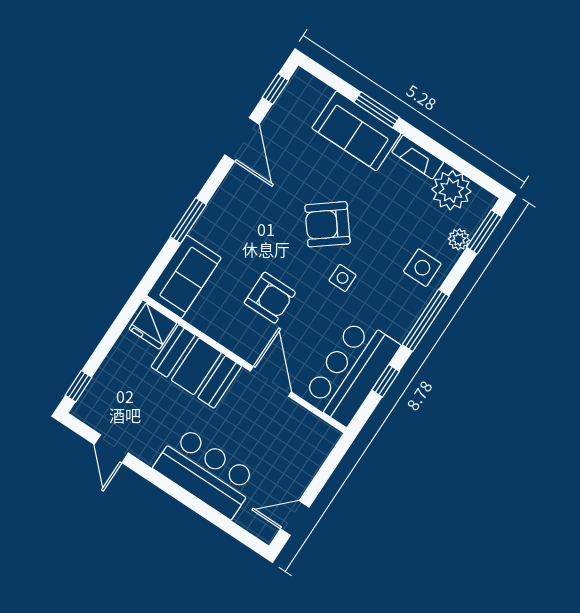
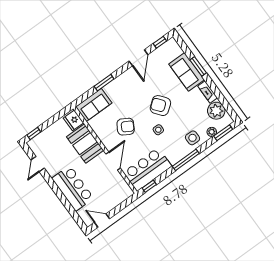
armchair: (270, 298) -> (126, 127), turned -60
window: (386, 381) -> (149, 186), moved

